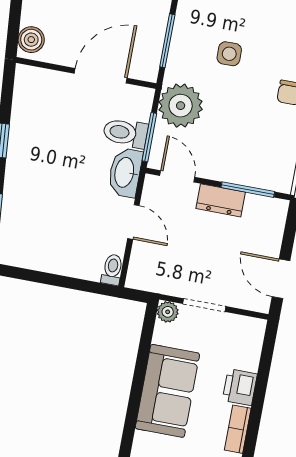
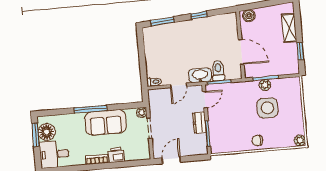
side table: (229, 54) -> (267, 108), width x1.87, depth x1.87
plant: (181, 106) -> (265, 85), moved, width x0.53, depth x0.53
window: (132, 414) -> (90, 109), added

